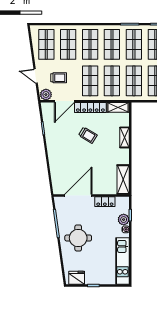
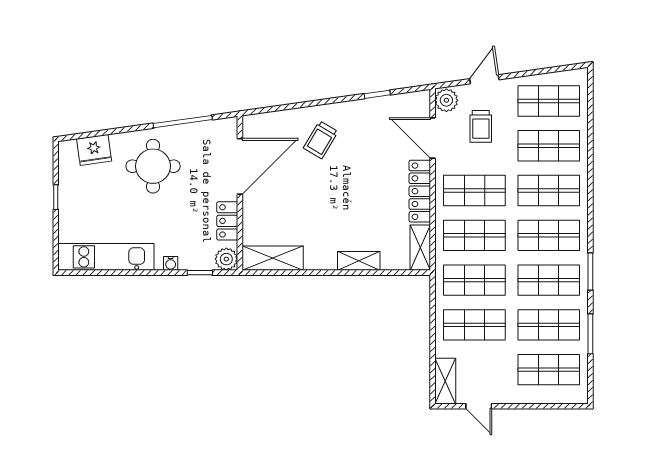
trolley: (88, 135) -> (321, 140), moved
door: (78, 196) -> (240, 166), hinge flipped
plant: (124, 220) -> (226, 259), moved
fridge: (77, 278) -> (94, 150), moved, turned 82

